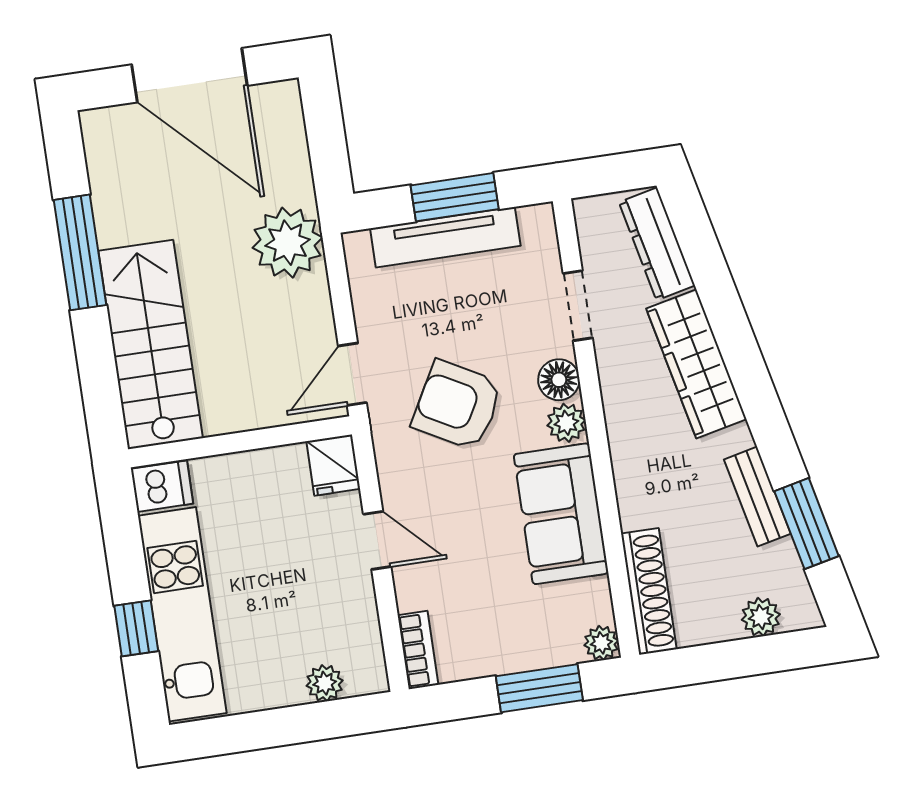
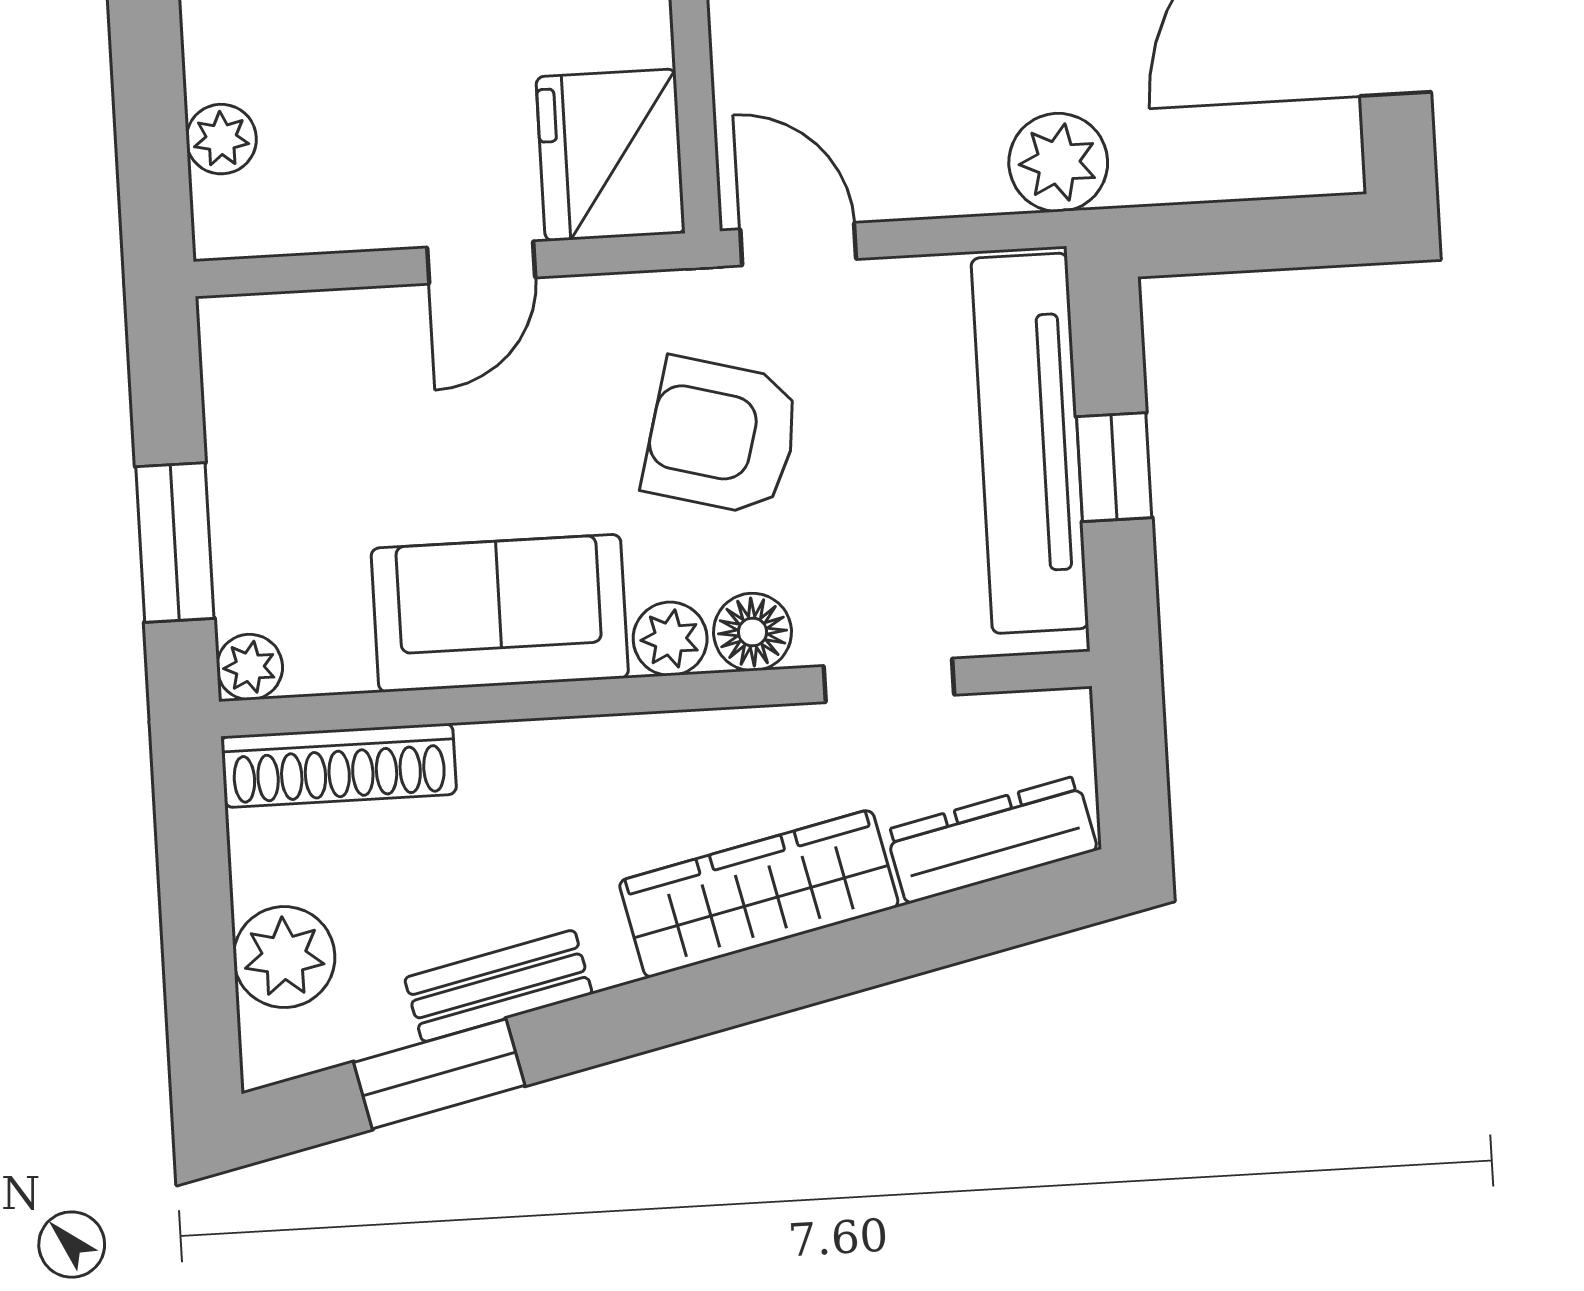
window: (455, 197) -> (1114, 467), width x0.67
tv unit: (445, 237) -> (1030, 443), width x1.36, depth x1.29
plant: (288, 243) -> (1058, 162), width x0.73, depth x0.73
armchair: (457, 405) -> (722, 436), turned -104
fridge: (333, 465) -> (611, 155), width x1.88, depth x1.34
plant: (761, 617) -> (284, 957), width x1.38, depth x1.38
bookcase: (418, 650) -> (268, 320), removed

